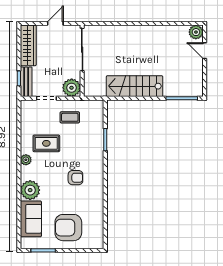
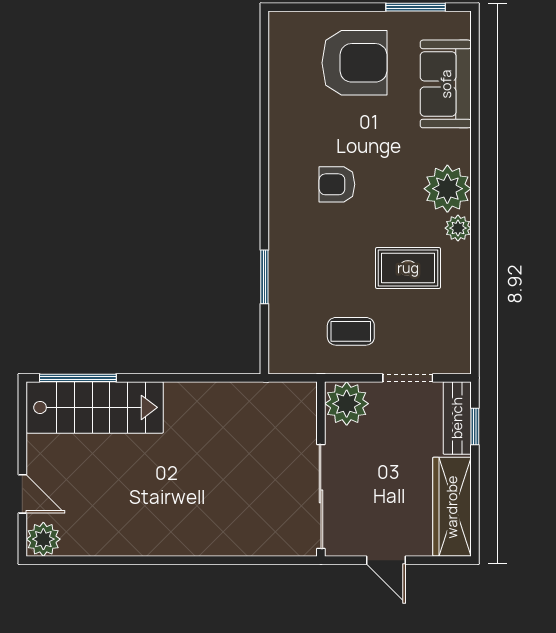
door: (55, 23) -> (386, 560), hinge flipped
stairs: (135, 86) -> (95, 407), moved
plant: (30, 190) -> (447, 189), moved

